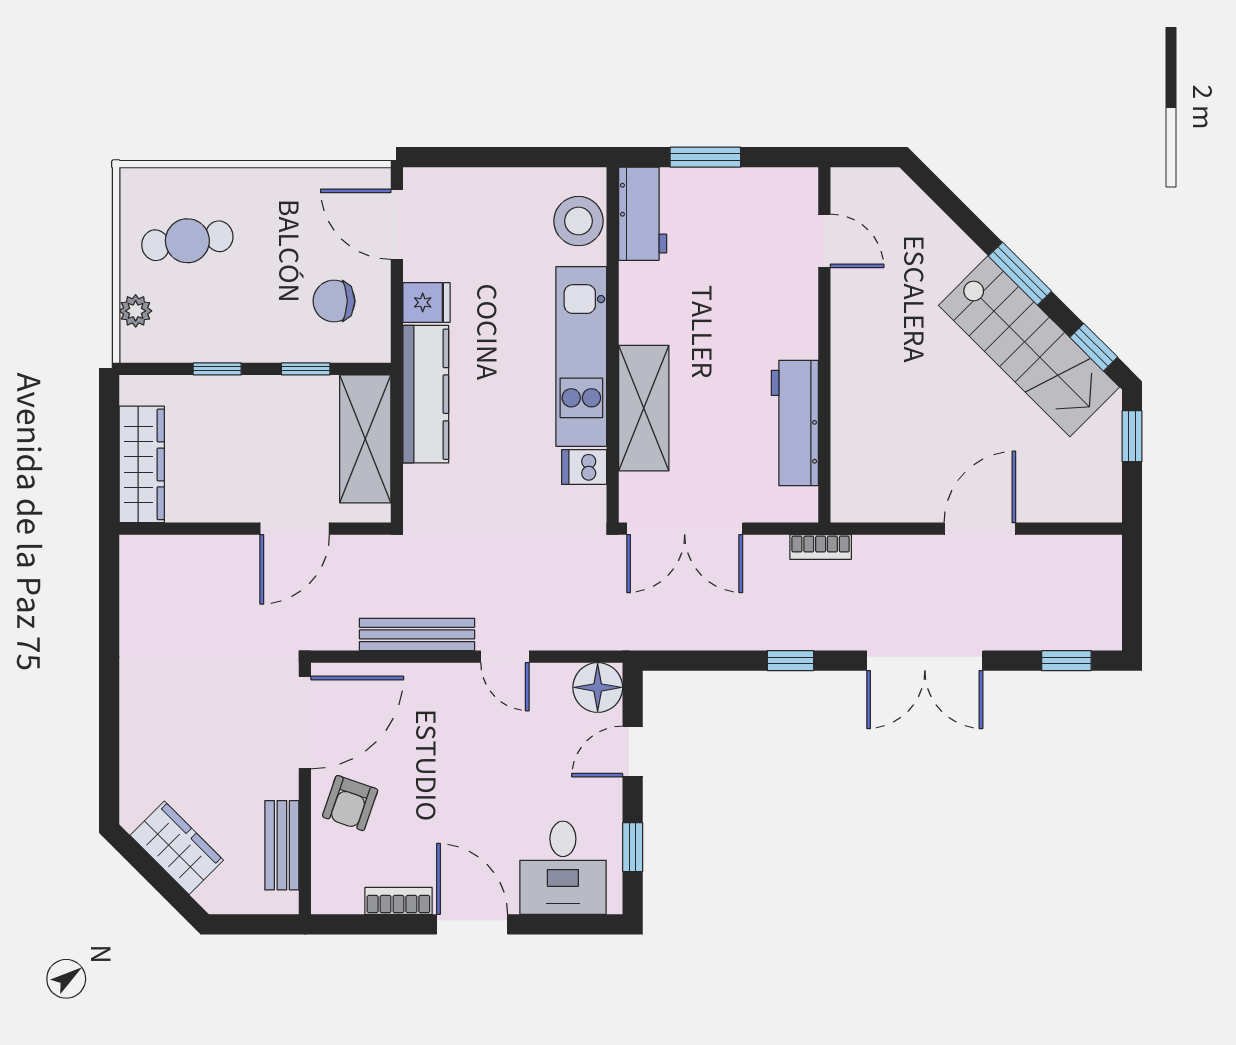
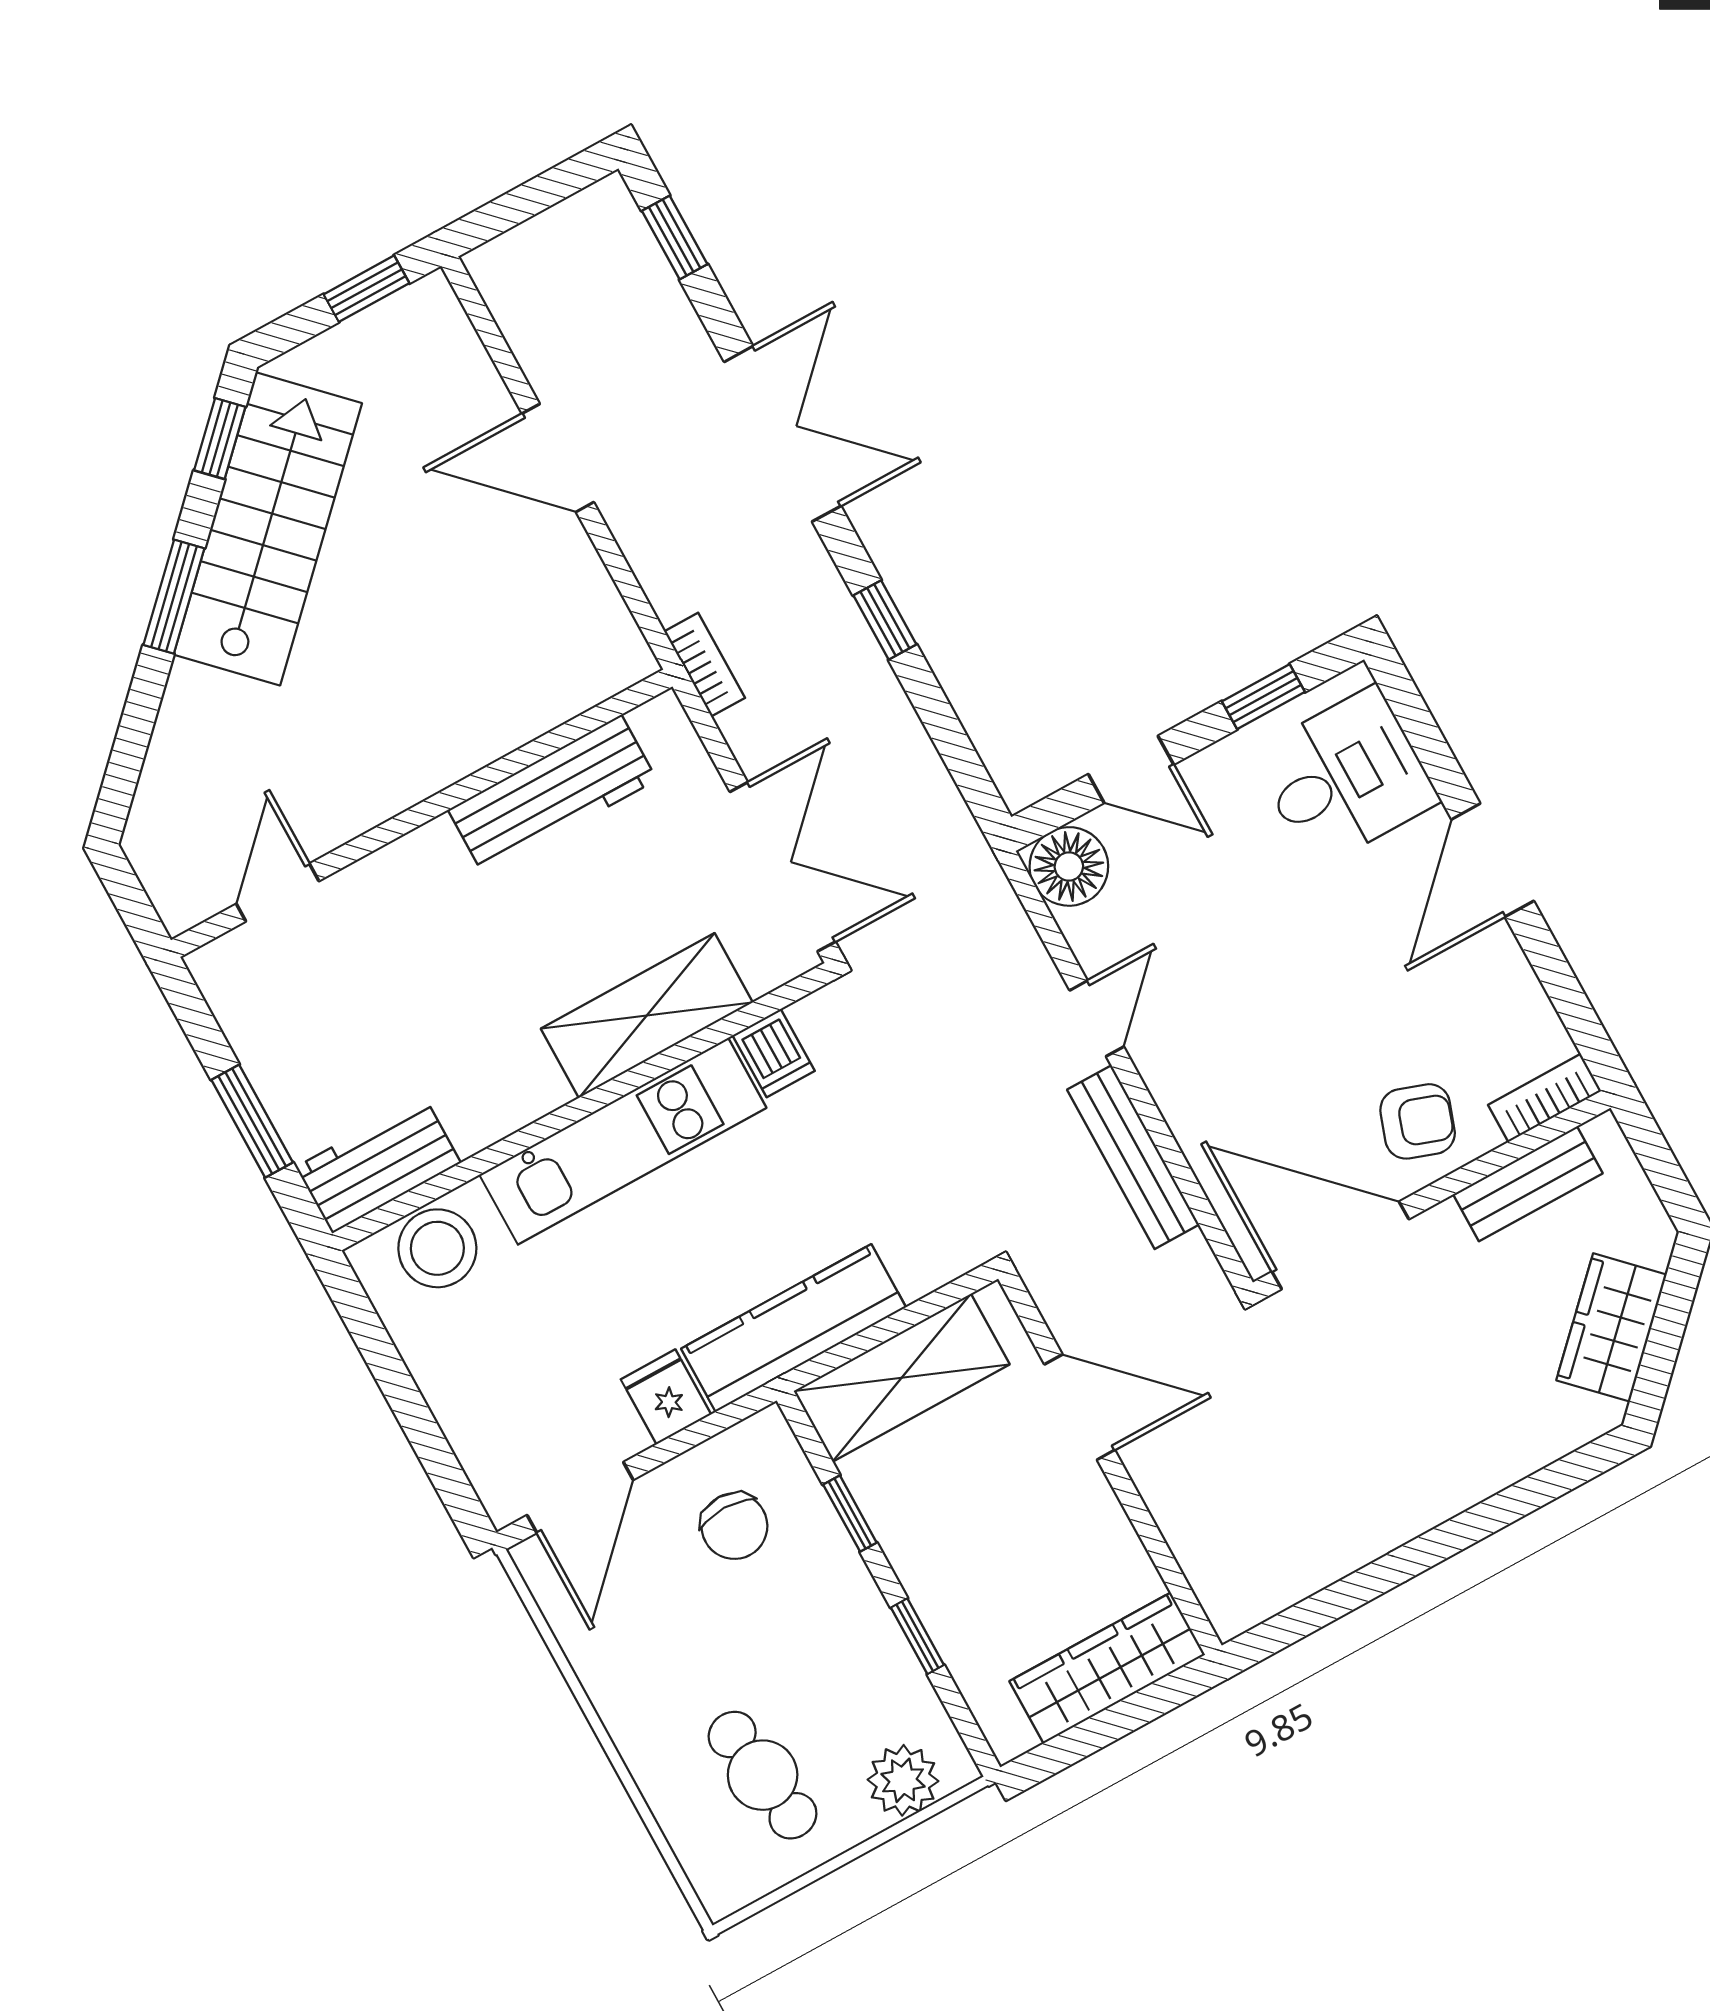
plant: (136, 311) -> (903, 1780), width x1.38, depth x1.38
window: (1132, 436) -> (366, 289), moved
bookcase: (398, 901) -> (1545, 1098), moved, turned 90

